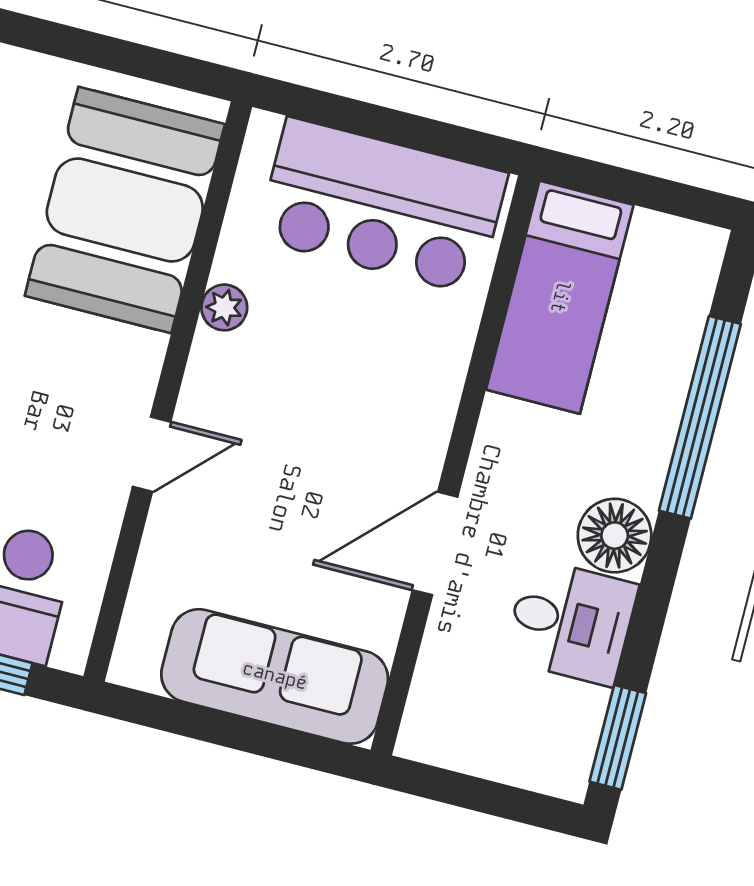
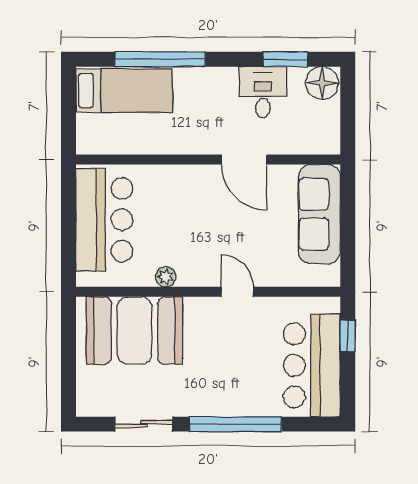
bed: (560, 297) -> (124, 91), moved
floor lamp: (615, 536) -> (322, 83), moved
window: (618, 737) -> (285, 59), moved

